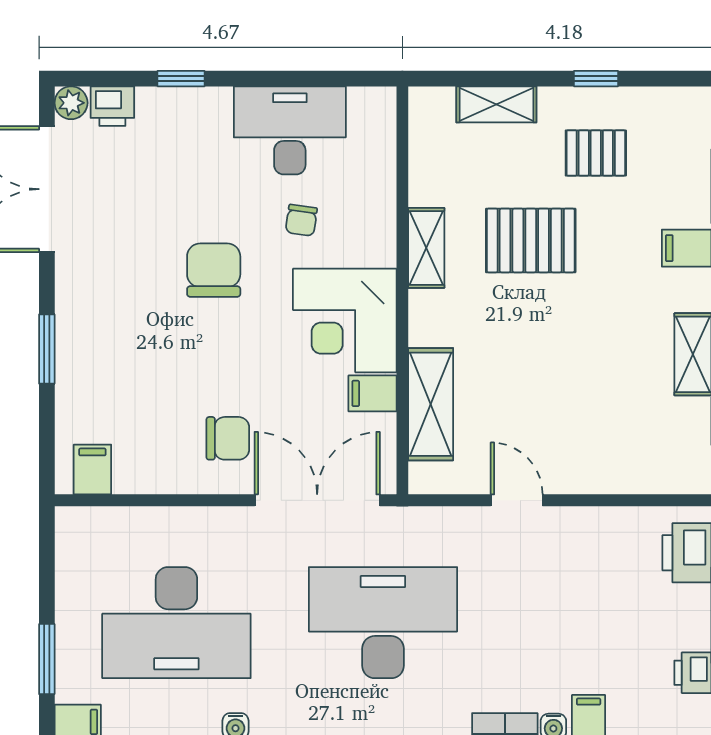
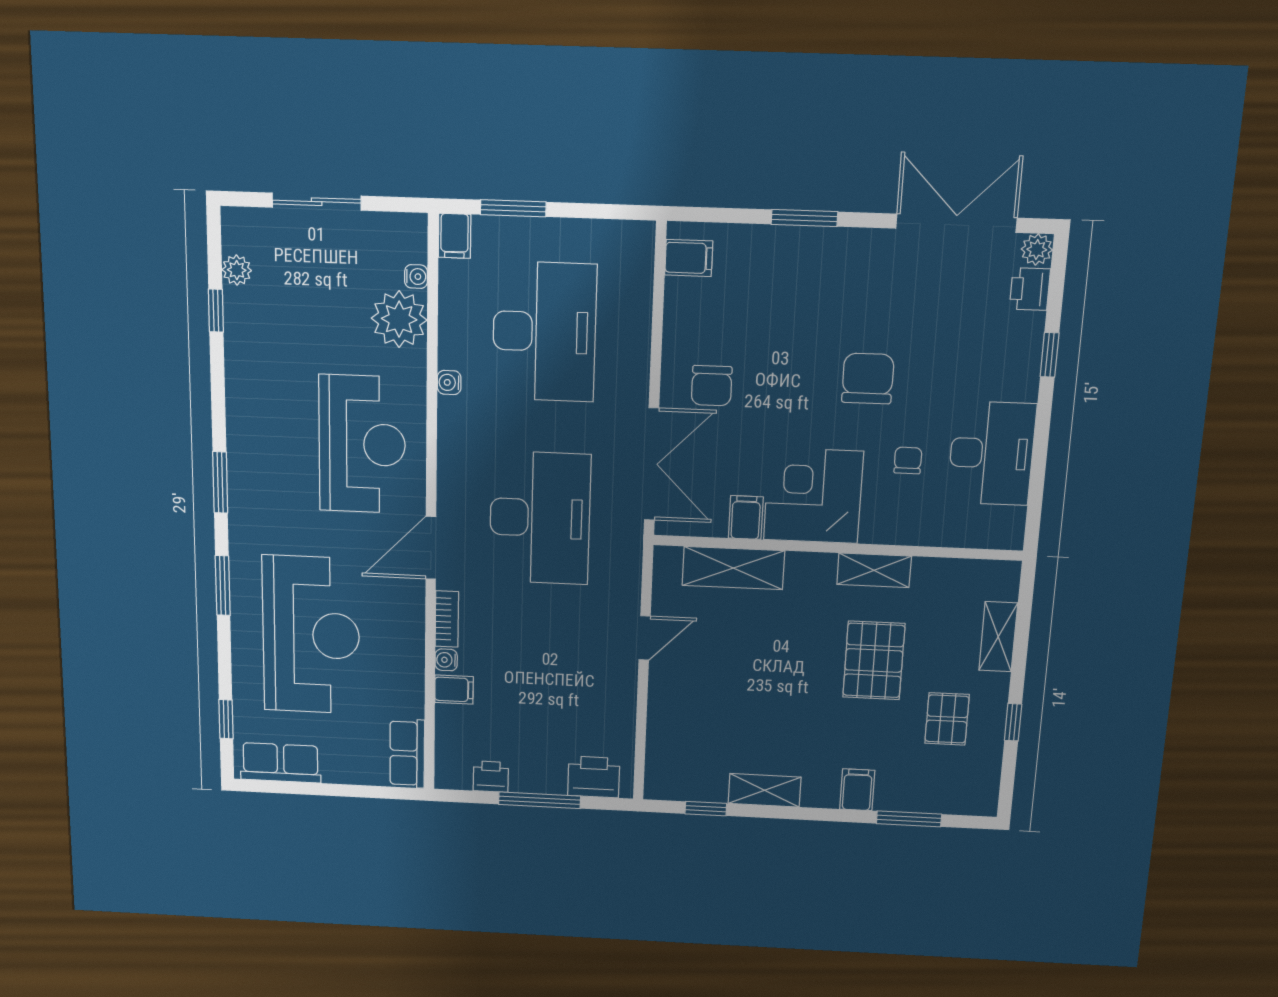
chair: (301, 220) -> (908, 460), turned 82
chair: (214, 270) -> (868, 379), turned -90
desk: (176, 623) -> (544, 332), turned 180

